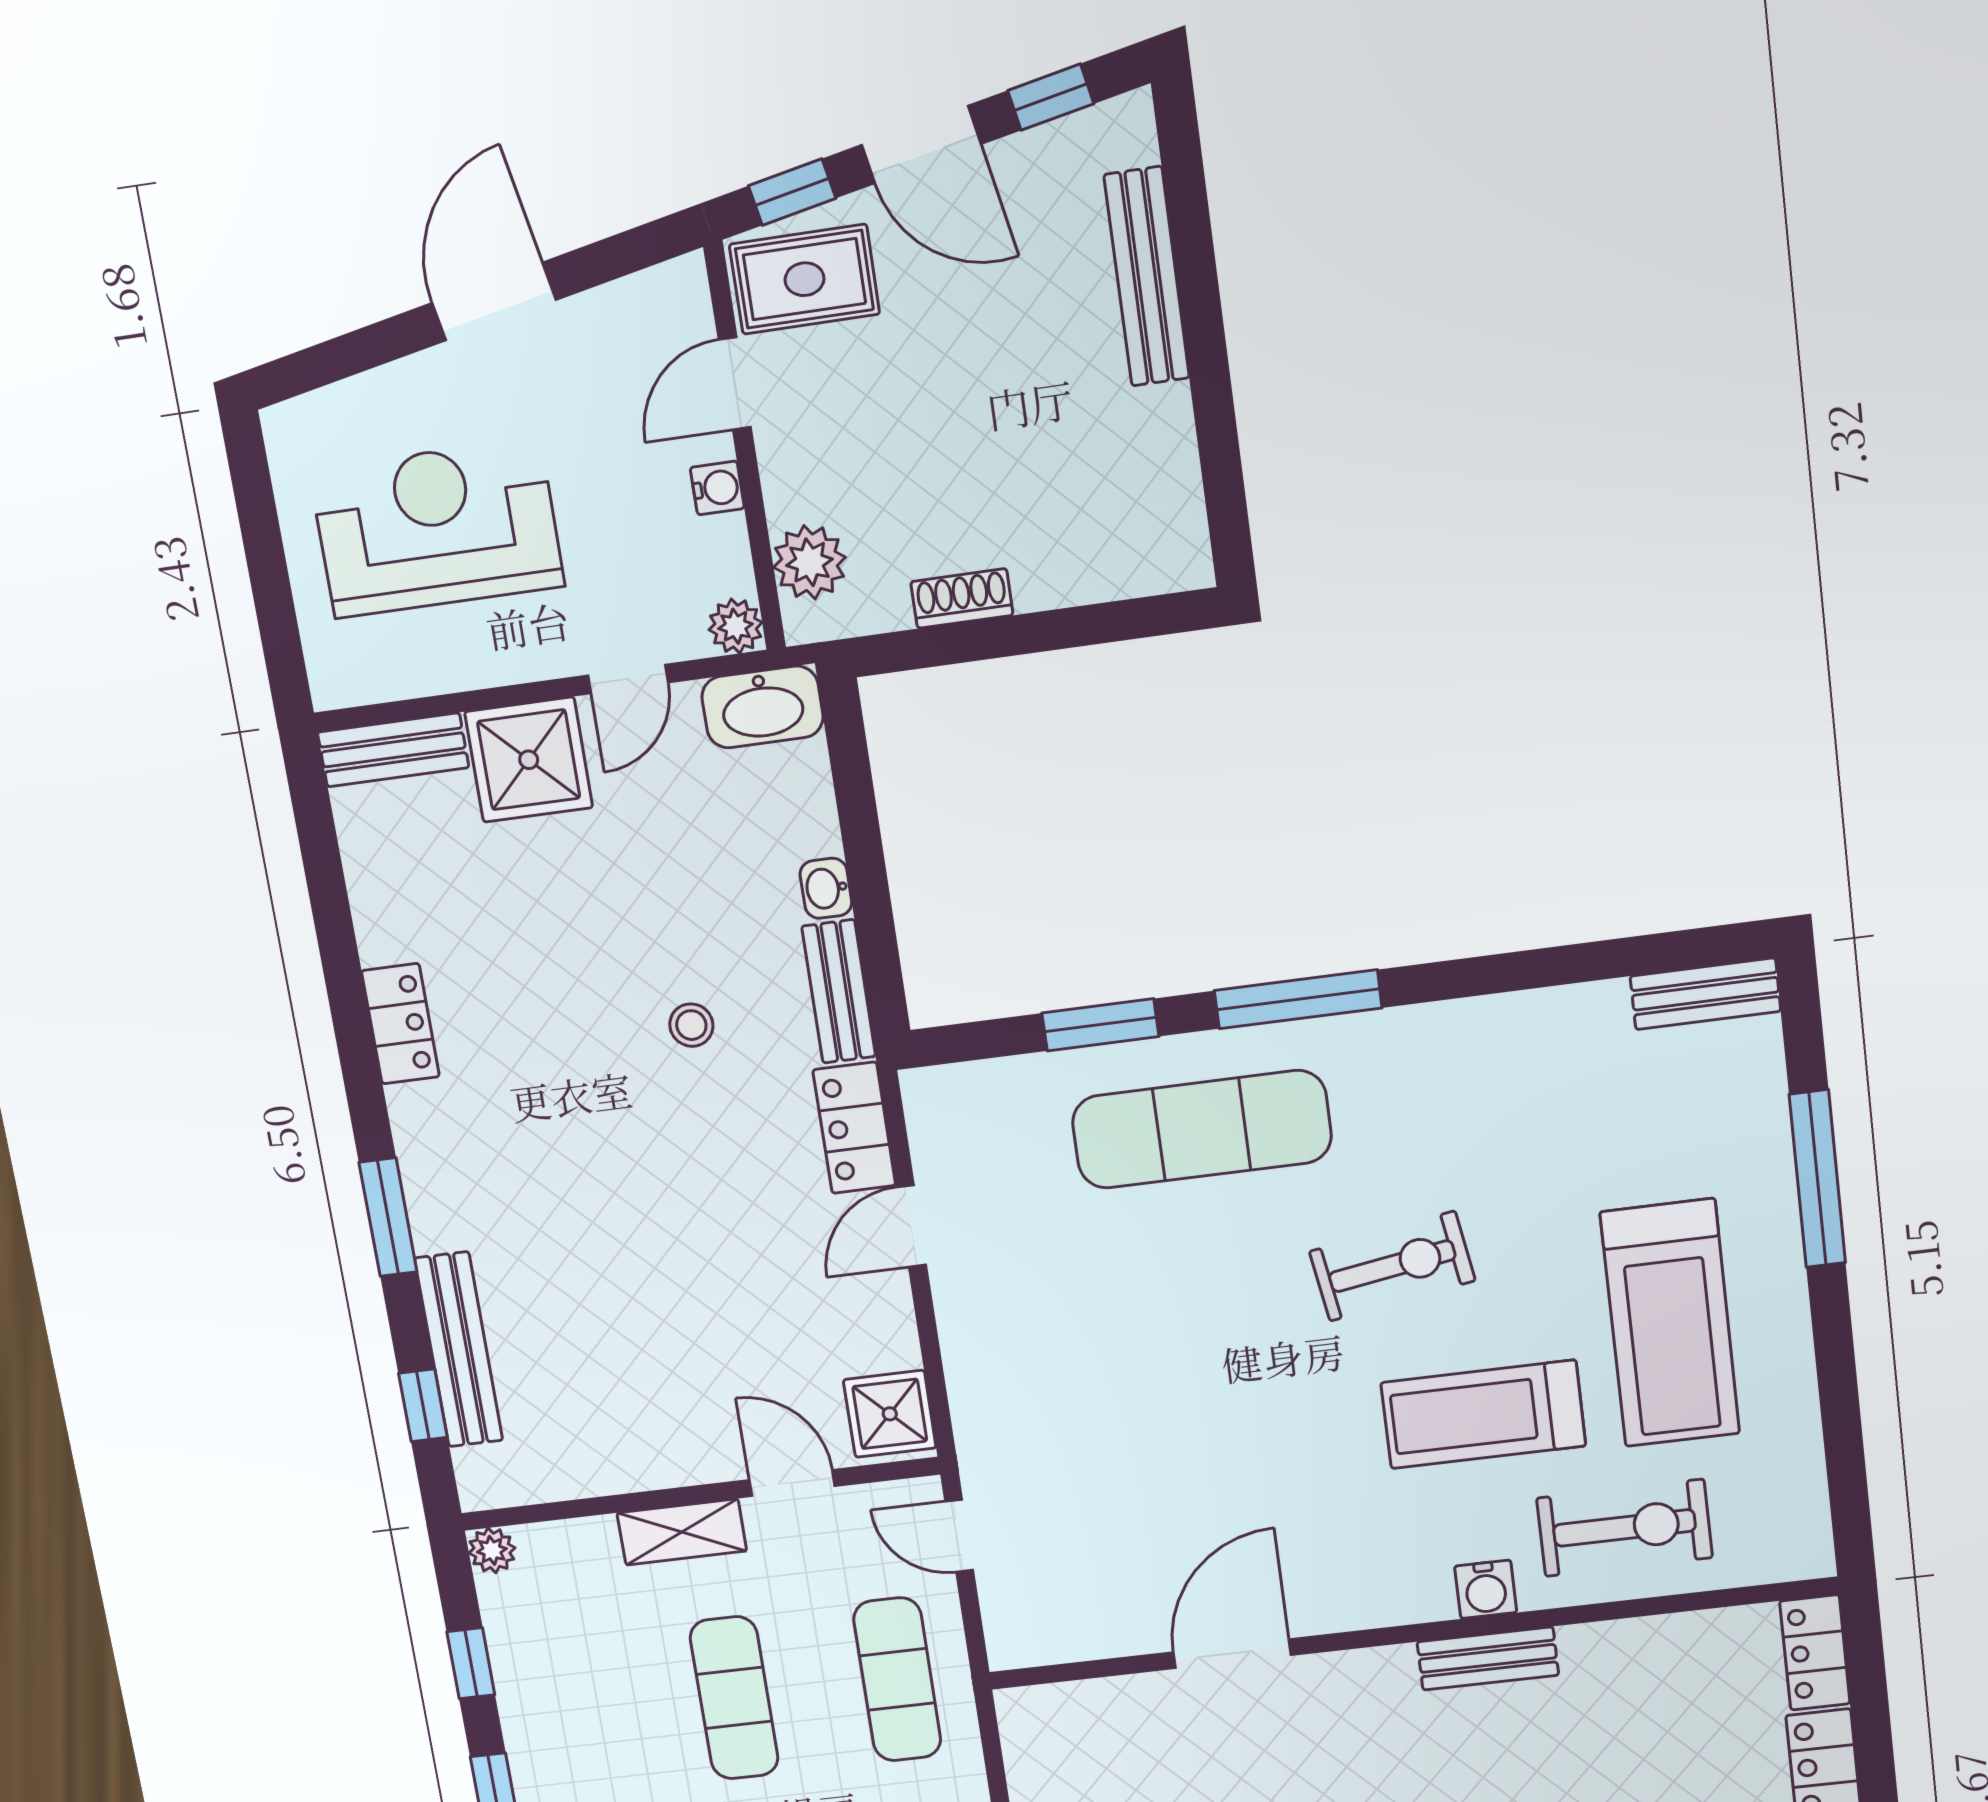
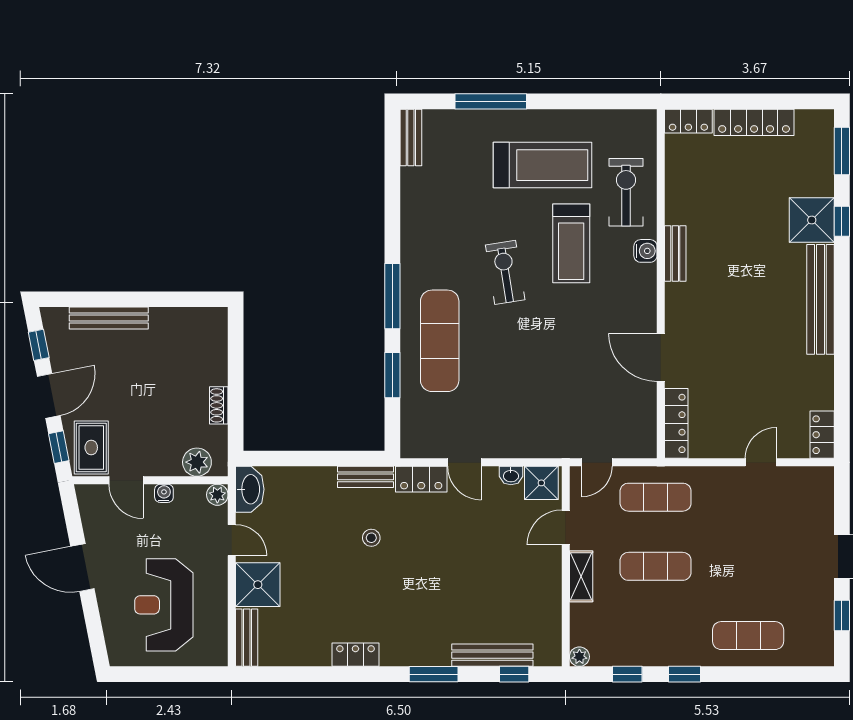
washbasin: (826, 888) -> (511, 476), moved
locker: (1079, 1706) -> (676, 423), added

